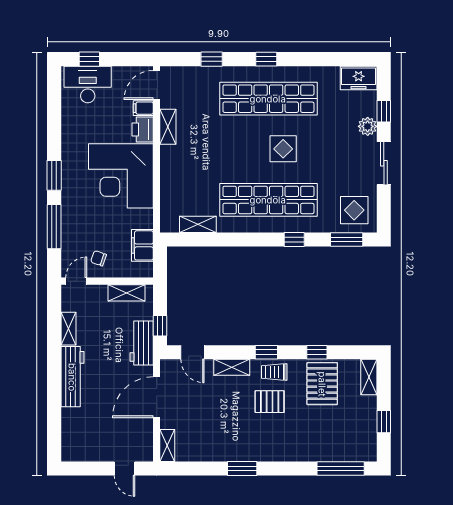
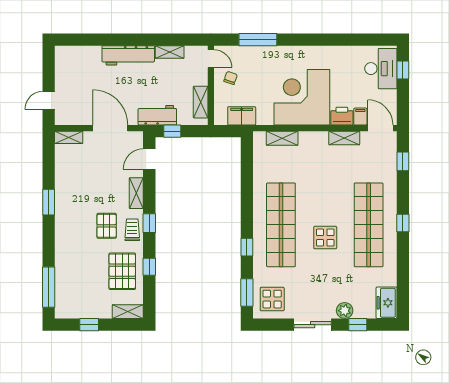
window: (212, 59) -> (403, 161), moved
window: (54, 175) -> (302, 40), removed
shelving: (198, 224) -> (282, 138), moved, turned 90
pallet: (322, 384) -> (122, 271), turned 90

